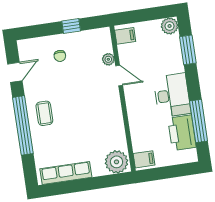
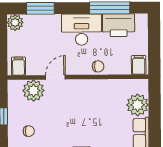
plant: (108, 59) -> (33, 91), width x1.87, depth x1.87
chair: (137, 118) -> (98, 66), added
plant: (116, 162) -> (138, 105), moved

